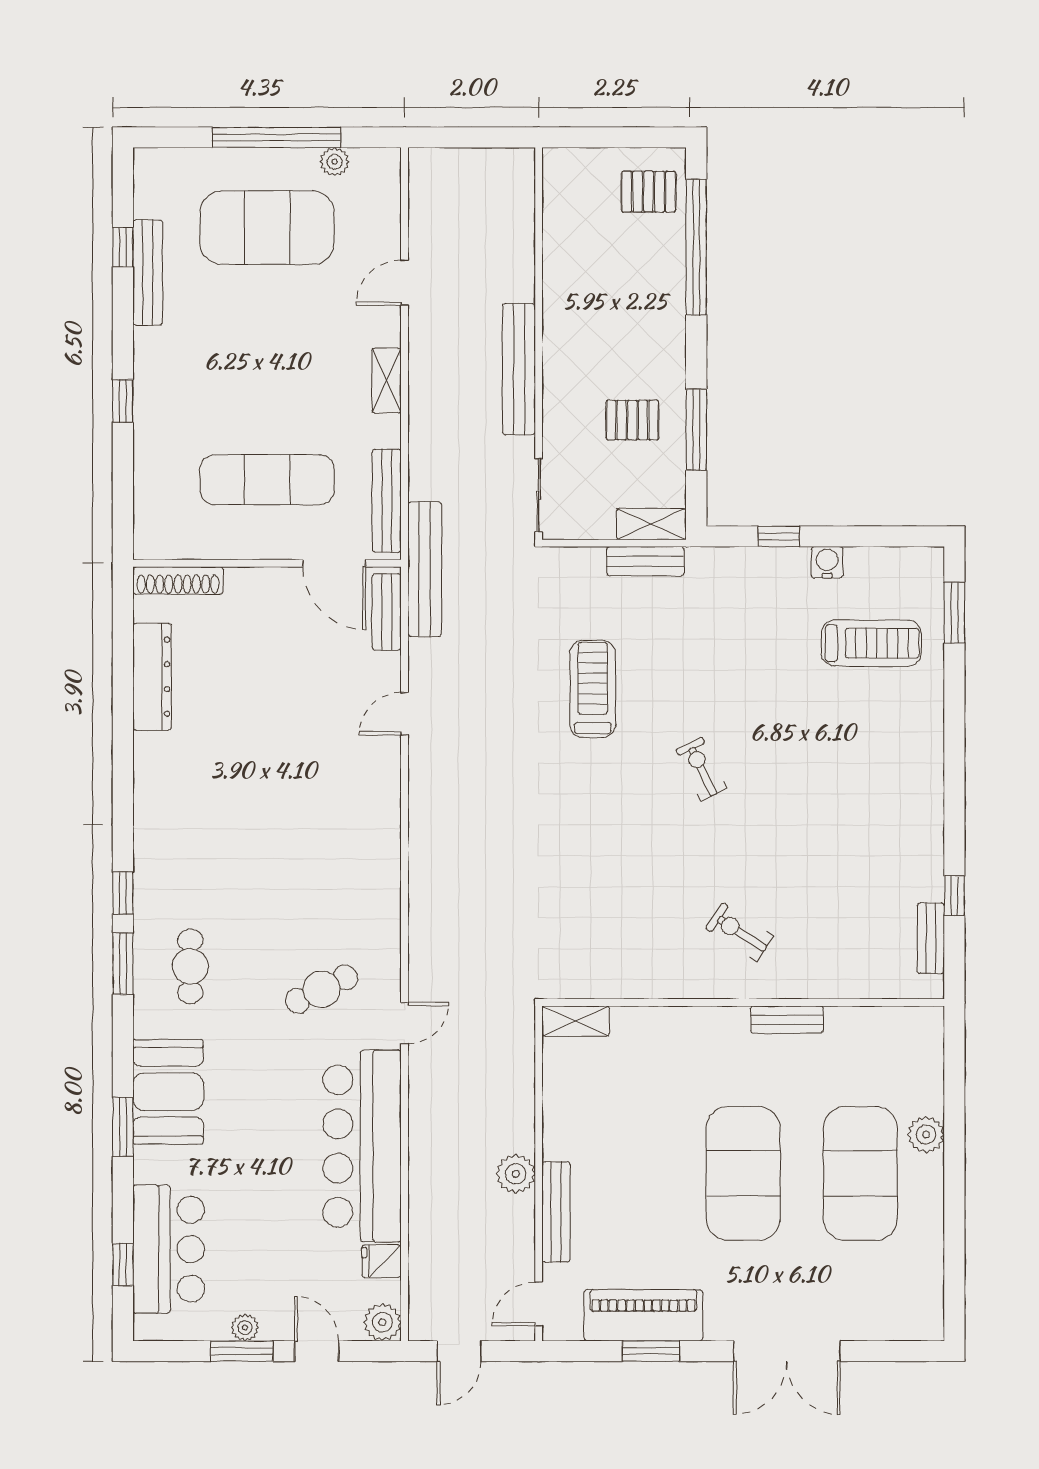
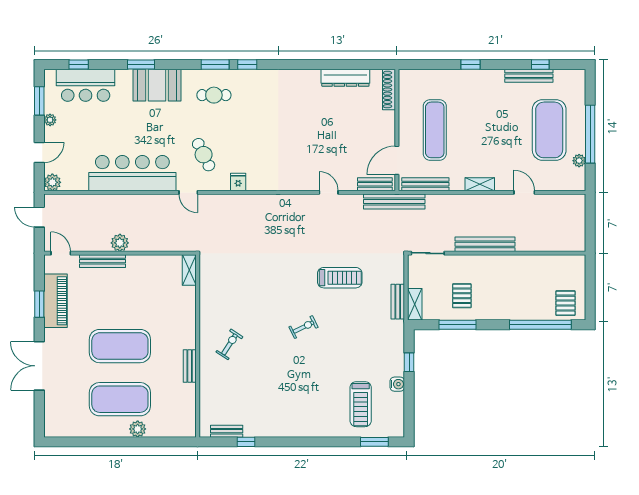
fridge: (382, 1261) -> (238, 182), moved
window: (242, 1351) -> (39, 101), moved

